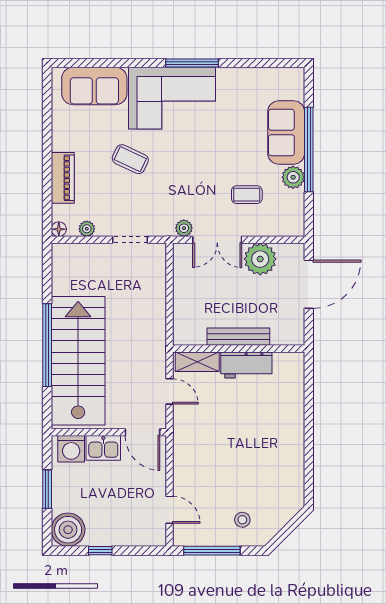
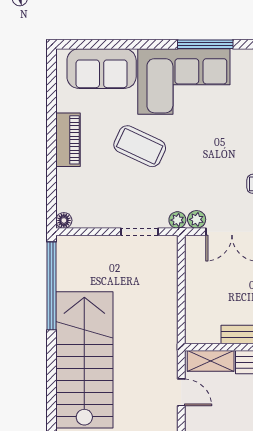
coffee table: (130, 159) -> (140, 146), width x1.36, depth x1.30
piano: (63, 178) -> (68, 140), moved
plant: (87, 229) -> (177, 220), moved
window: (47, 345) -> (51, 286), moved

